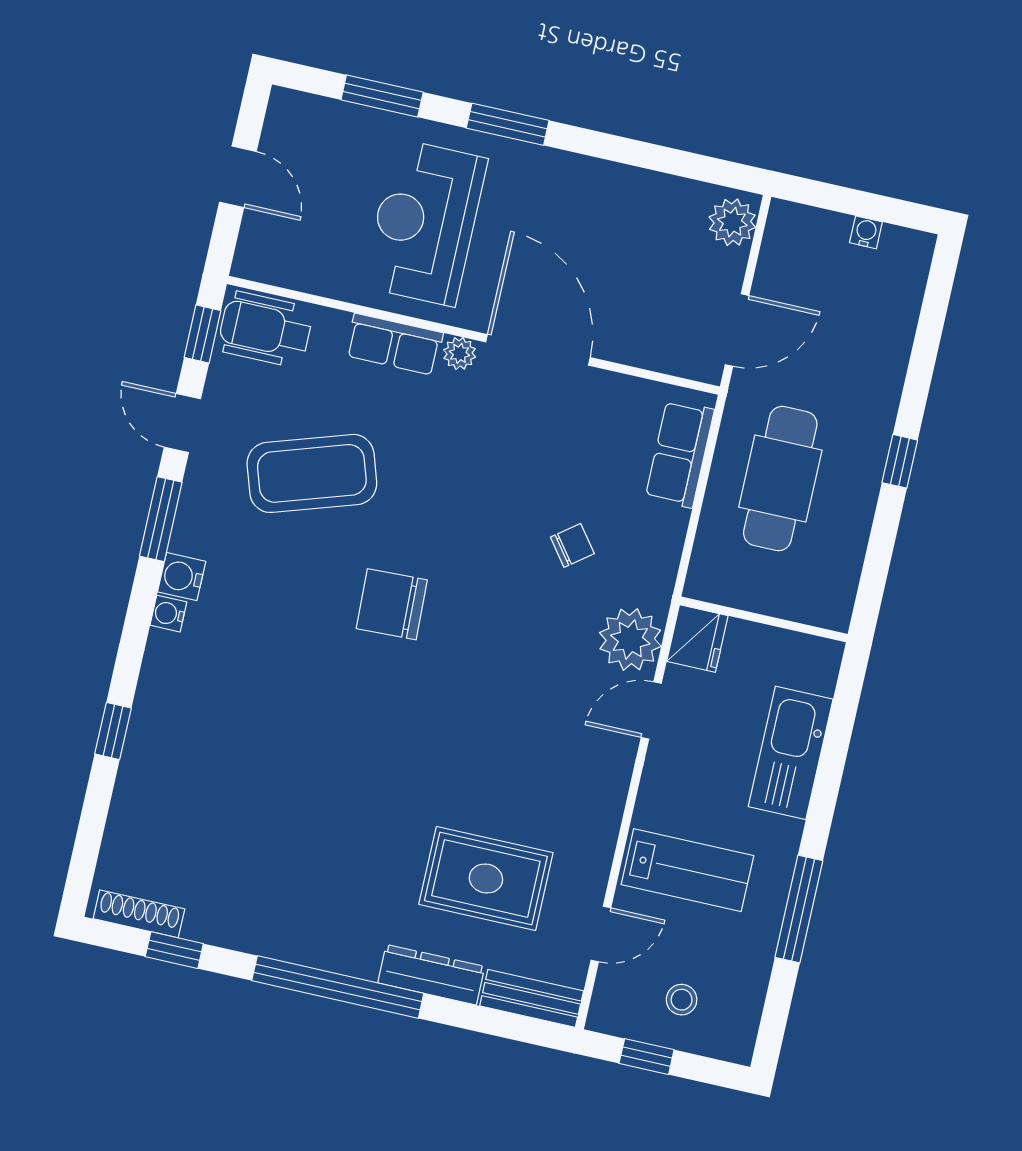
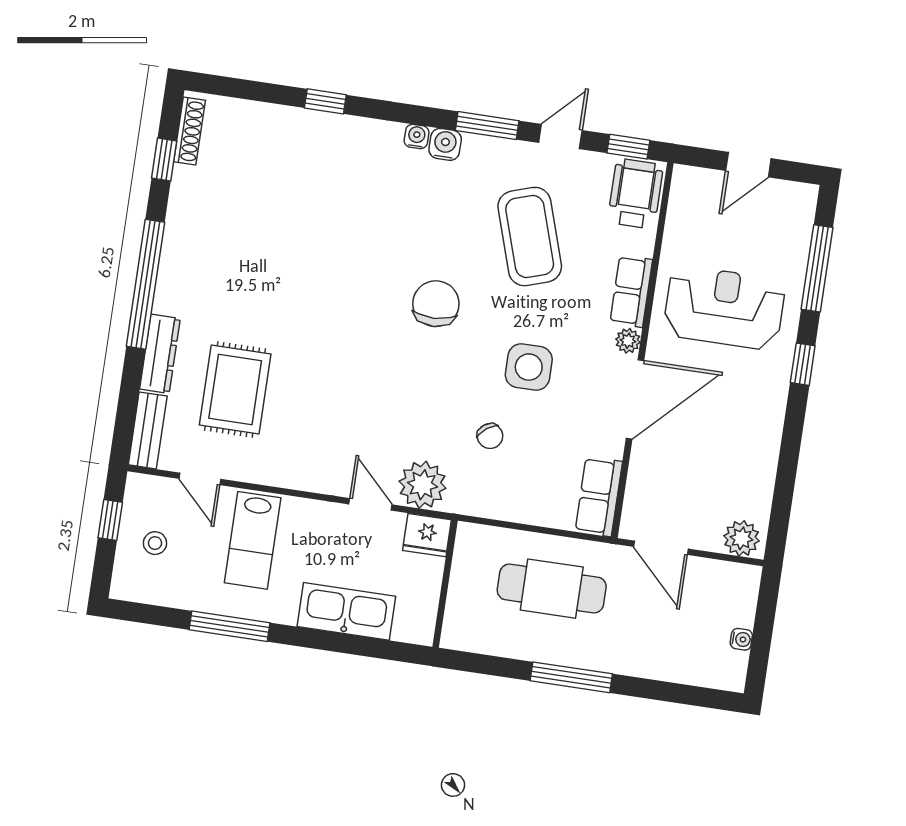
window: (382, 96) -> (817, 268), width x1.44
window: (508, 124) -> (803, 364), width x0.67
row of seats: (680, 454) -> (599, 497), moved, turned -90
window: (900, 461) -> (571, 677), width x2.17
side table: (485, 487) -> (529, 367), added

